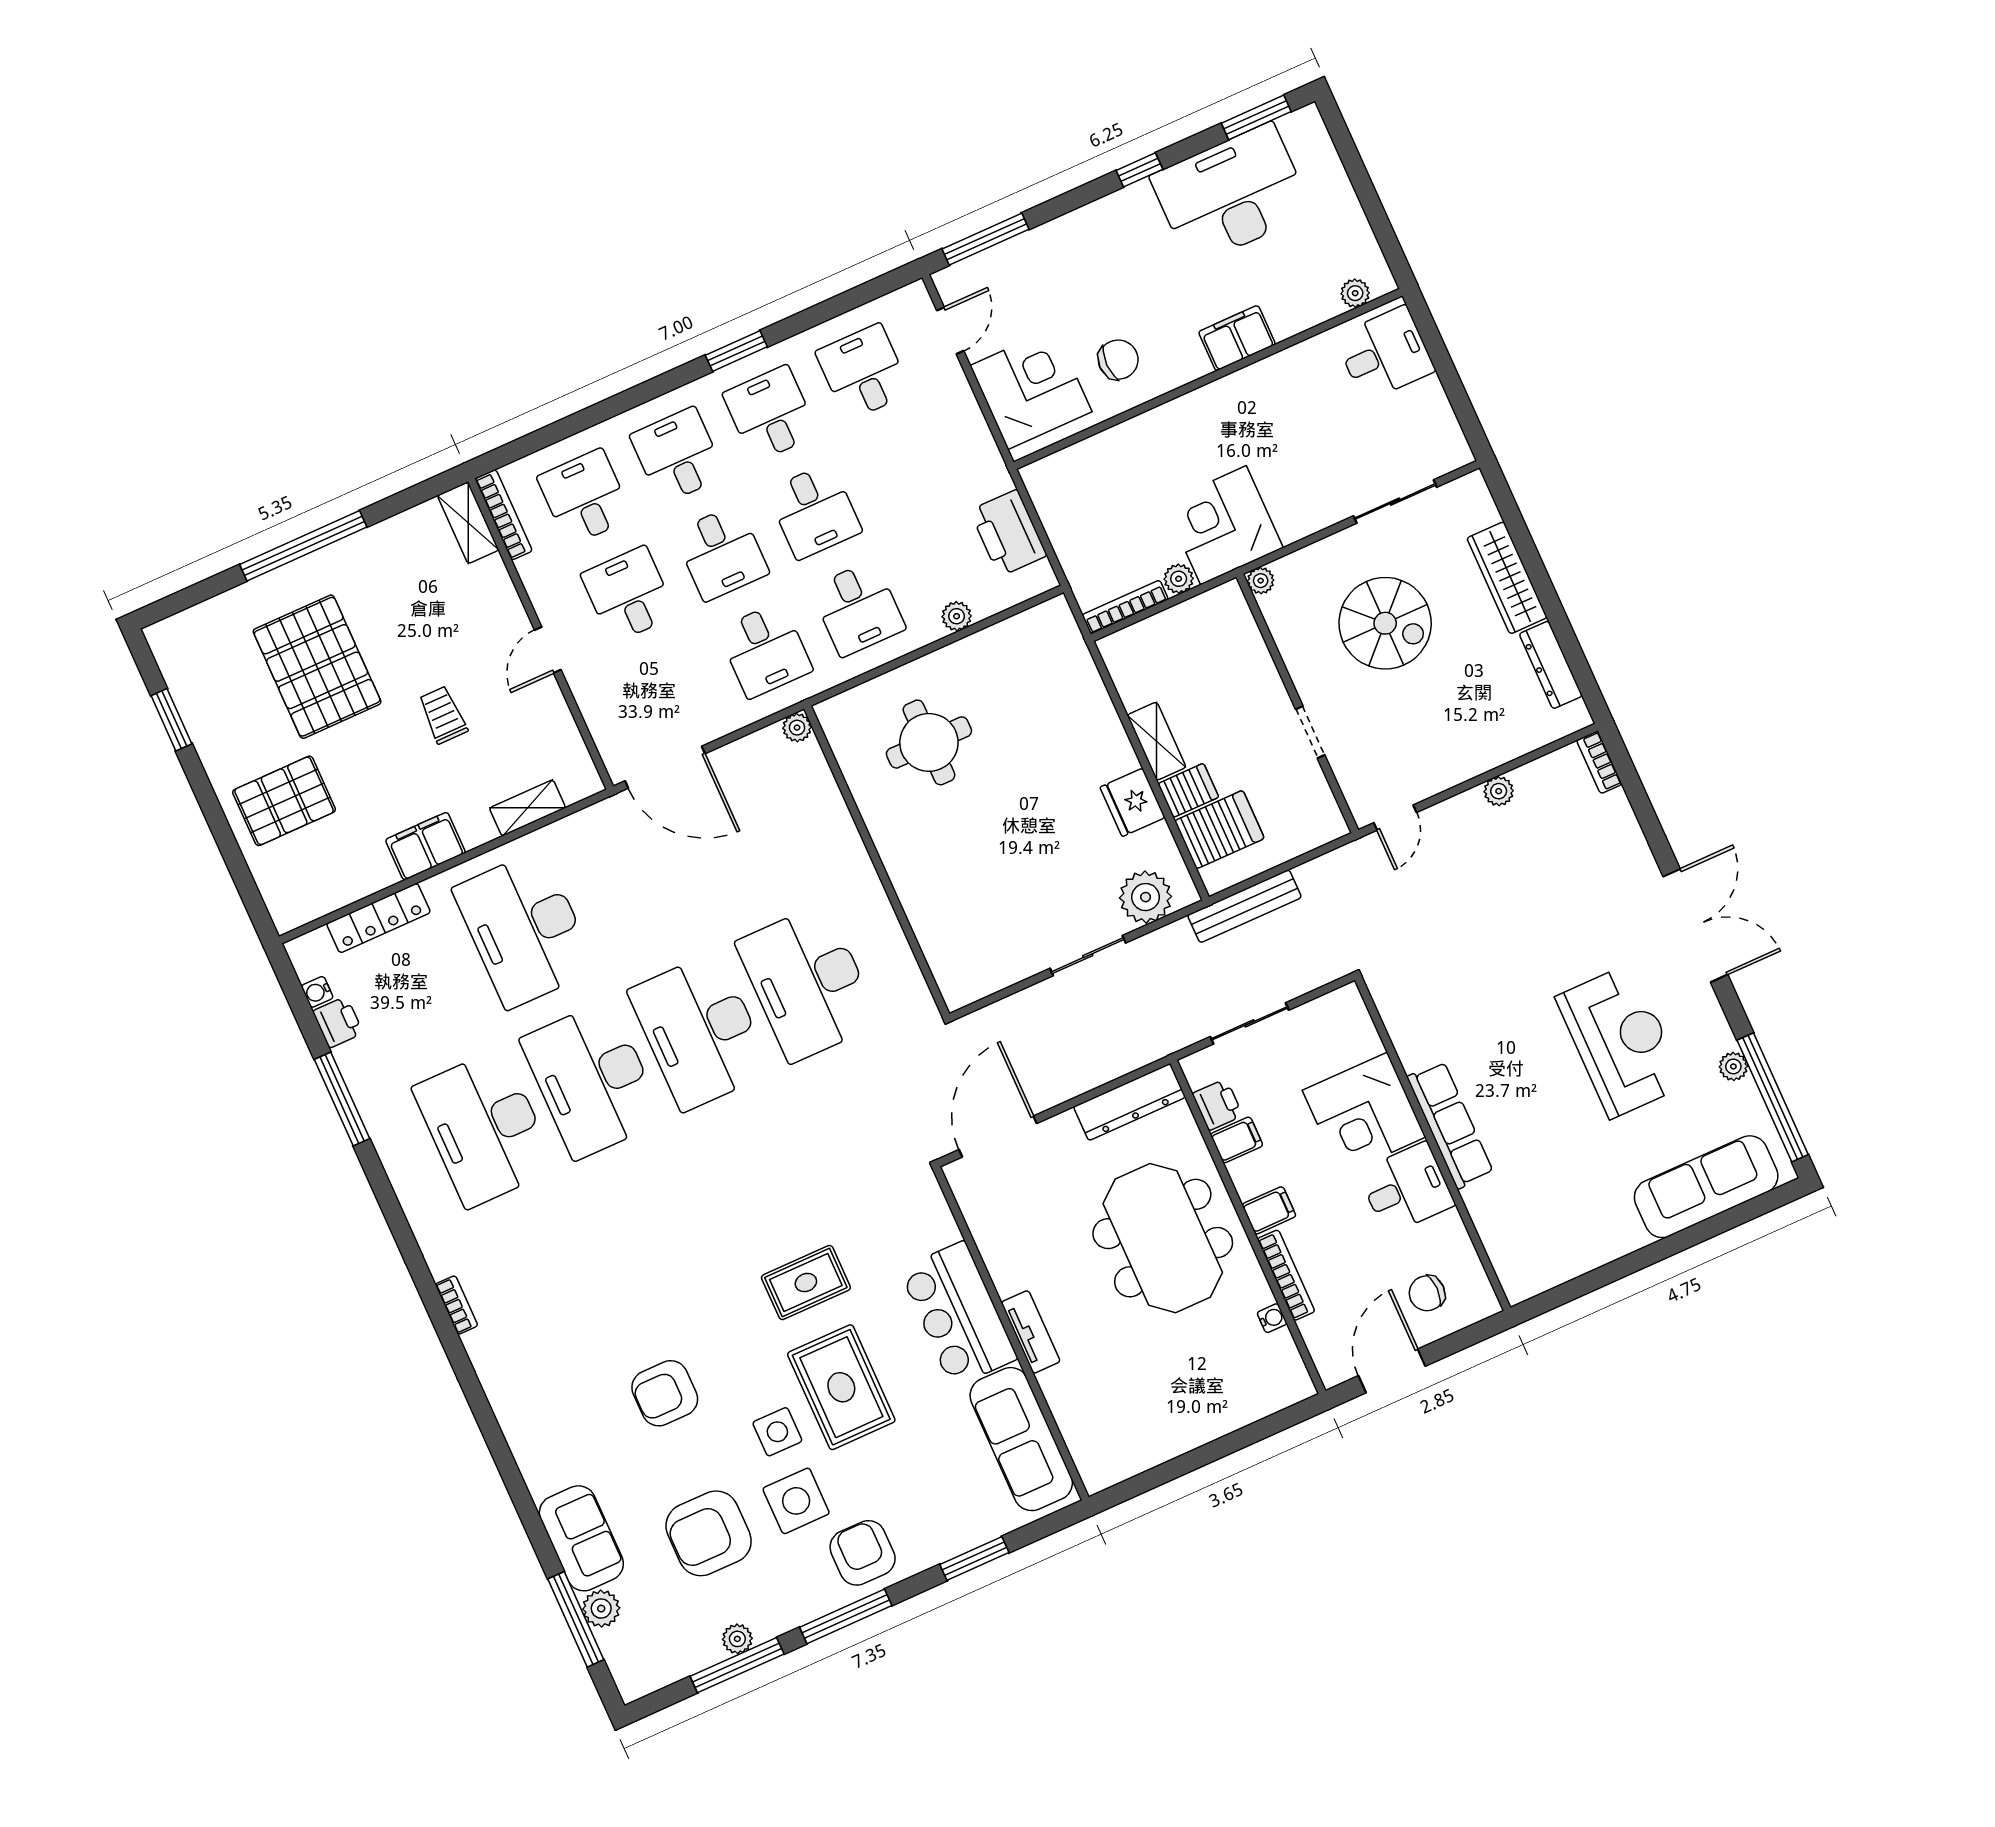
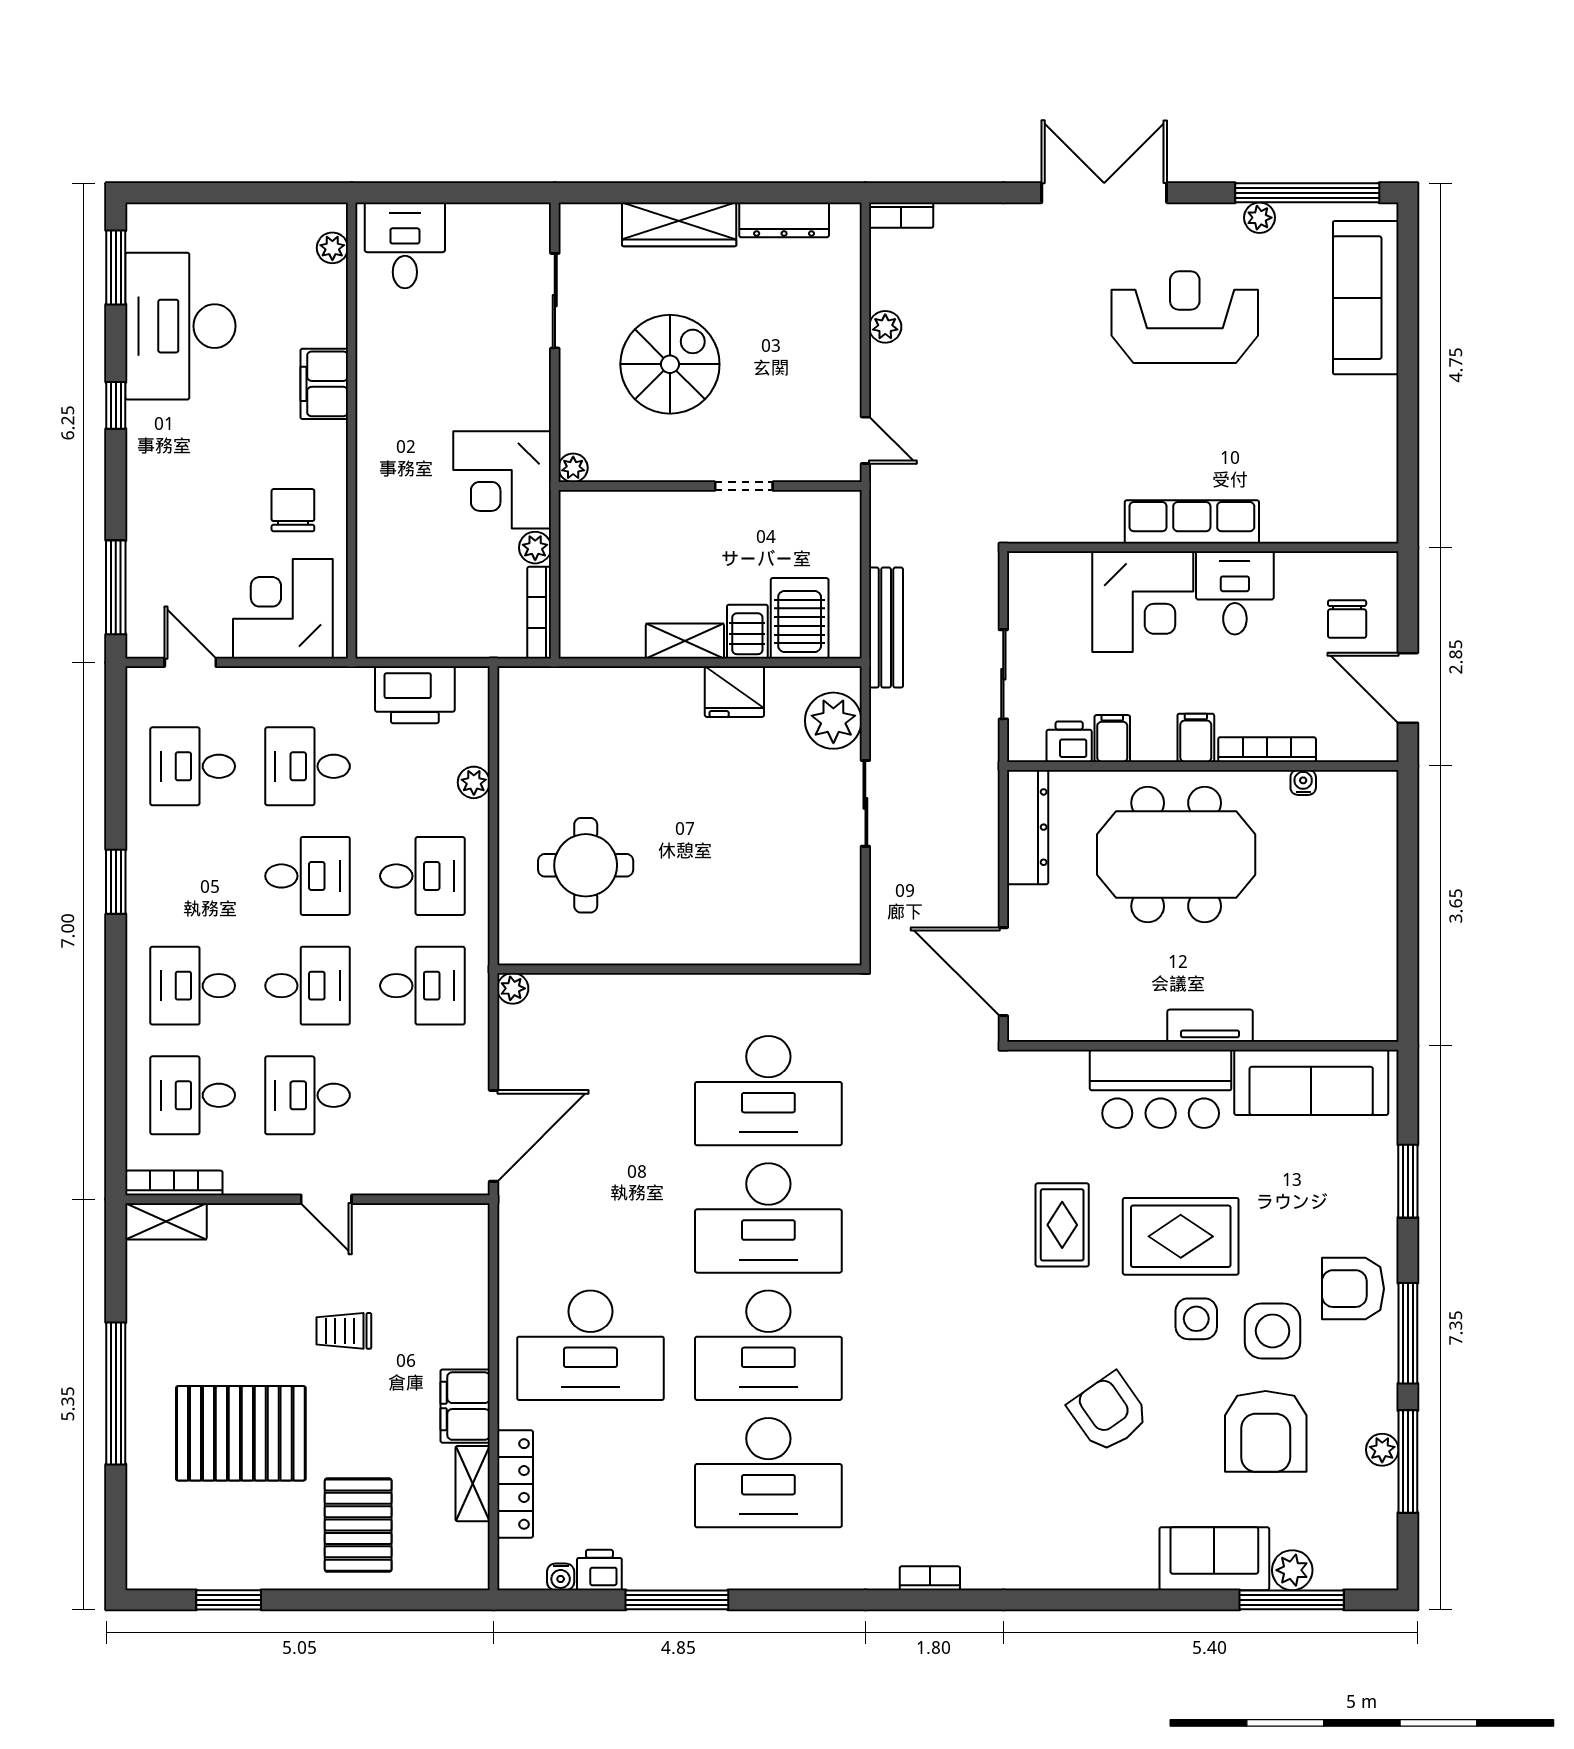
desk: (770, 414) -> (308, 766), moved
shelving: (527, 808) -> (473, 1484), moved
armchair: (665, 1393) -> (1109, 1413), turned 145

